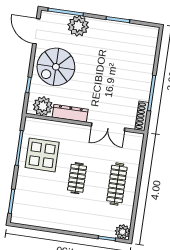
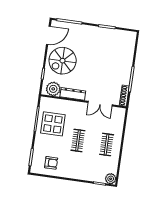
plant: (78, 26) -> (78, 31), removed
door: (36, 31) -> (48, 35), swing flipped
clothes rail: (117, 184) -> (107, 145), width x0.73
armchair: (39, 209) -> (51, 163), added

